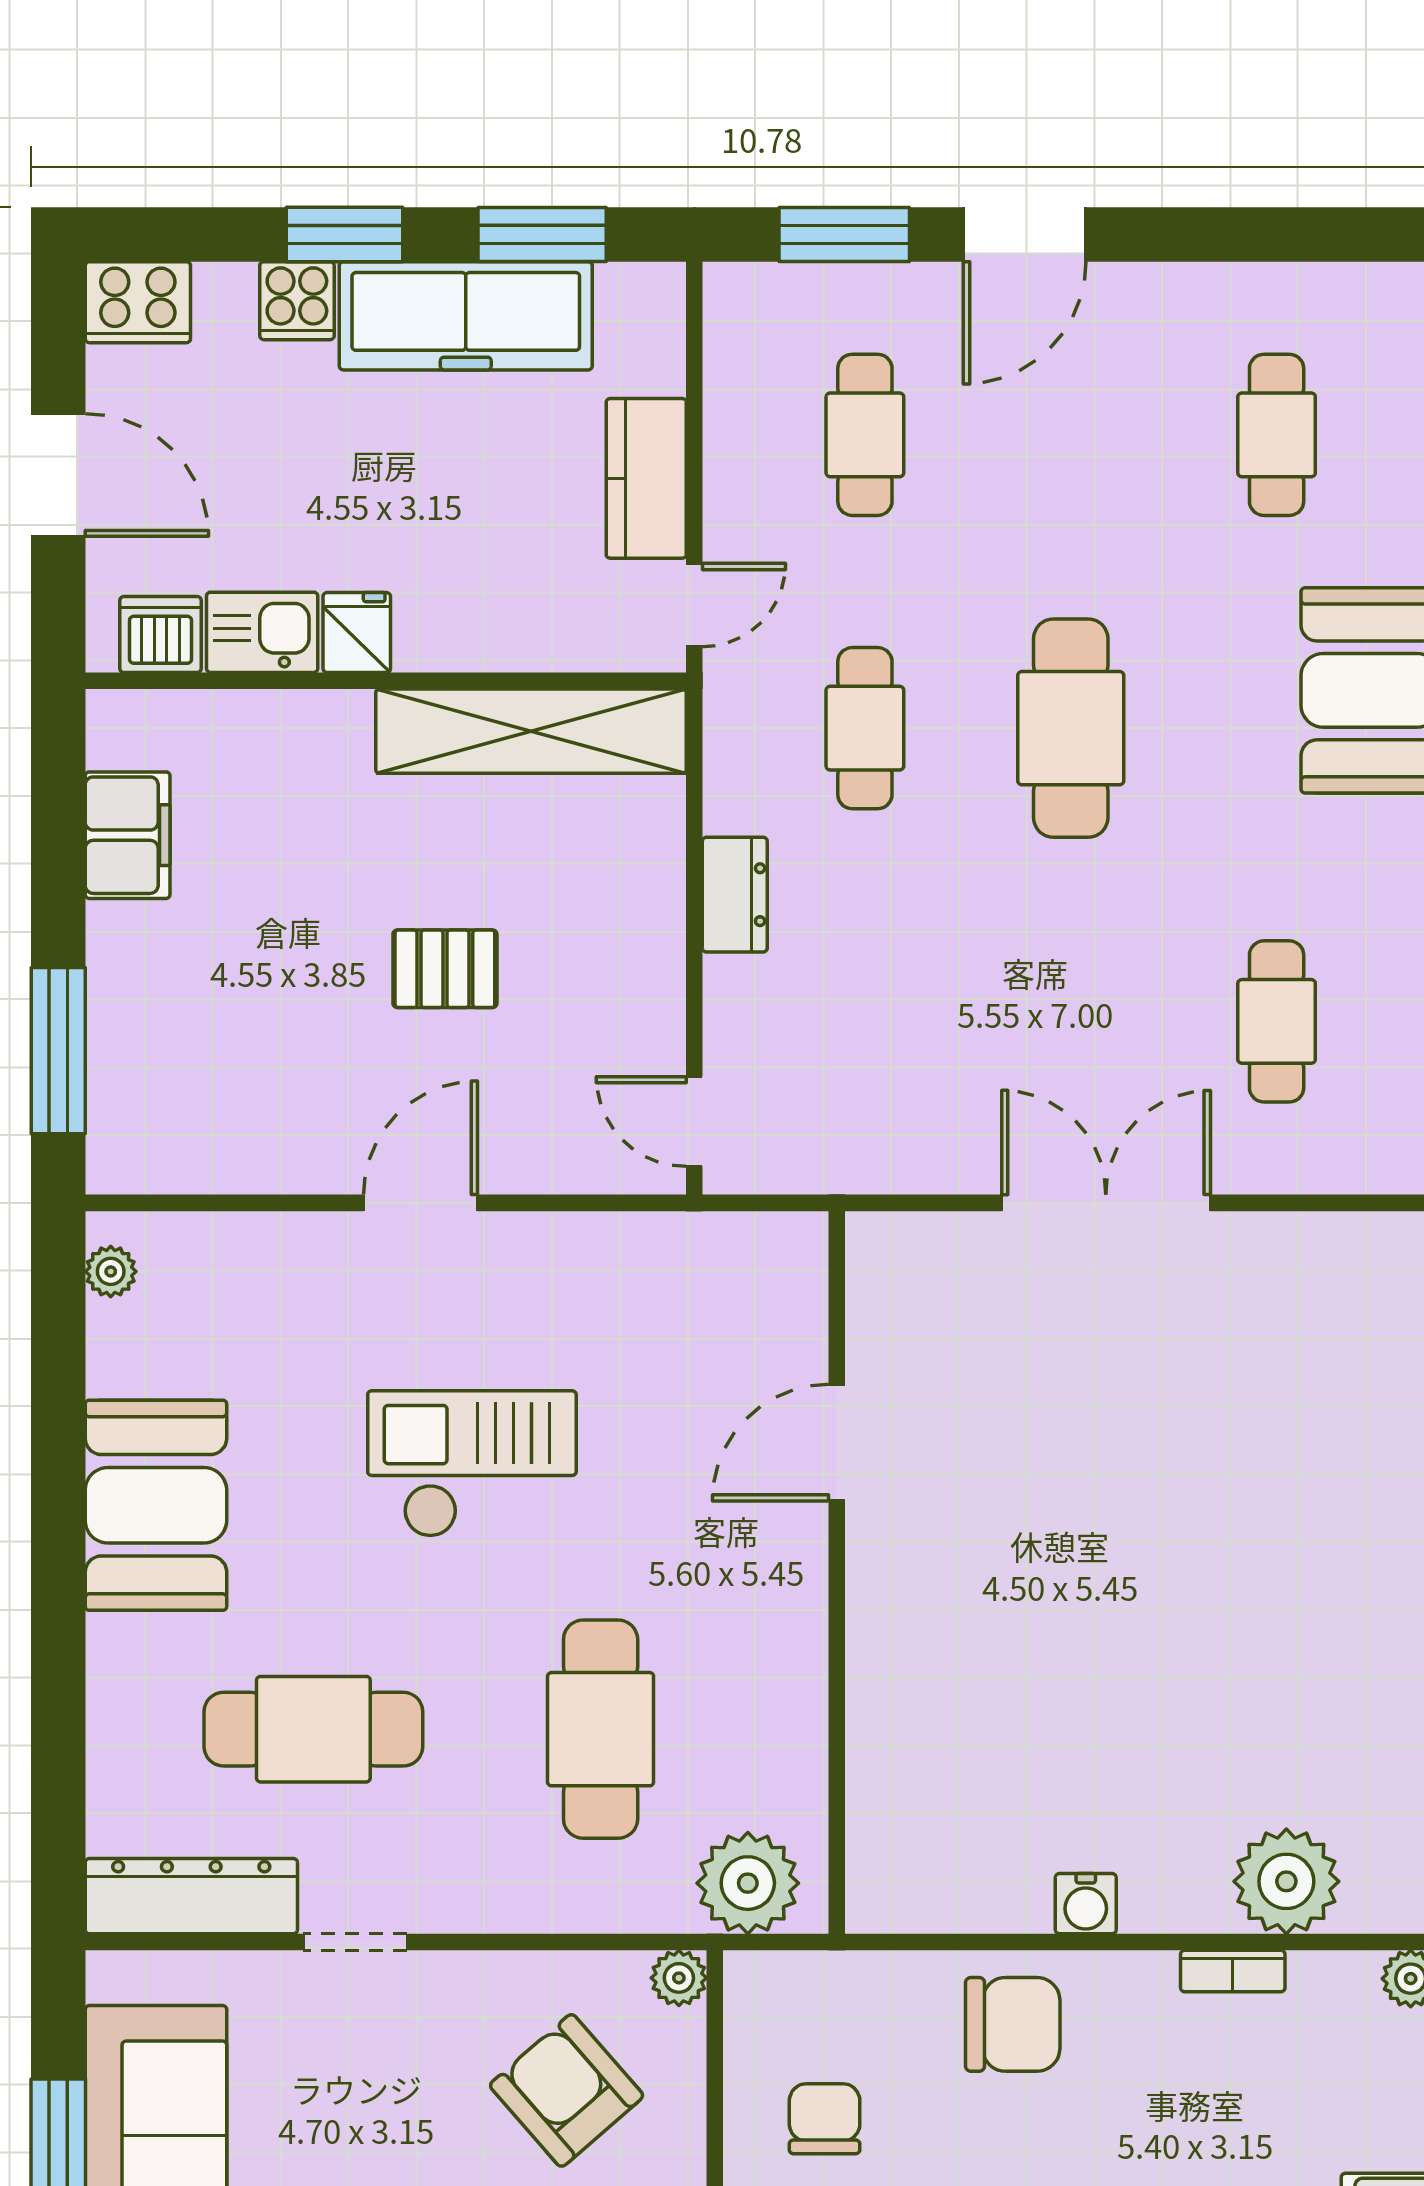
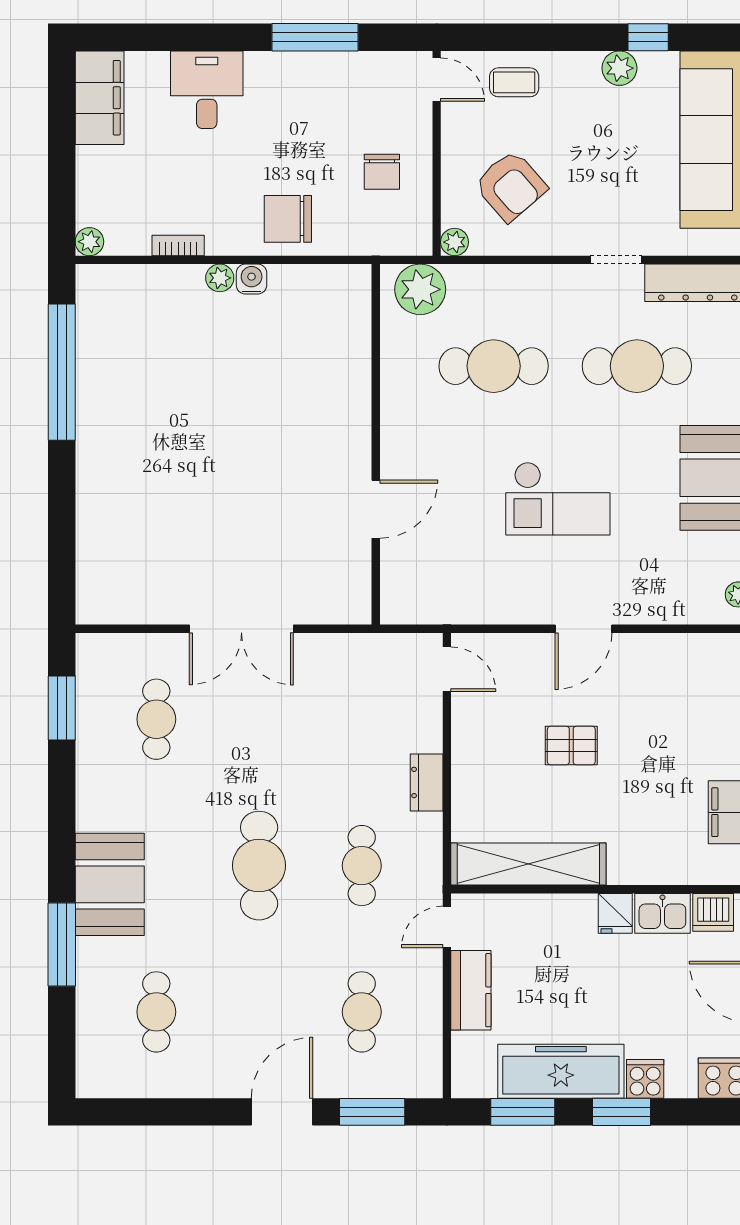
cafe table: (601, 1729) -> (494, 366), turned 90
plant: (1286, 1881) -> (220, 278), moved, width x0.53, depth x0.53

